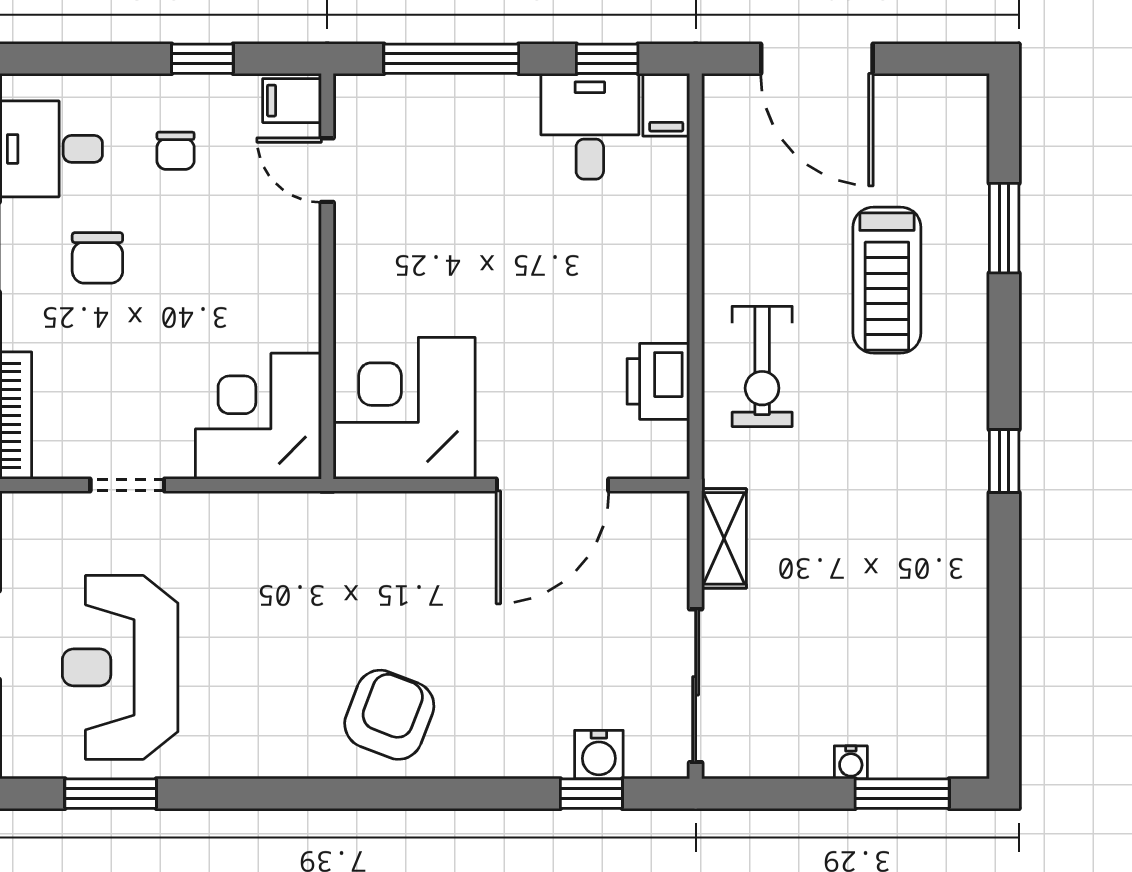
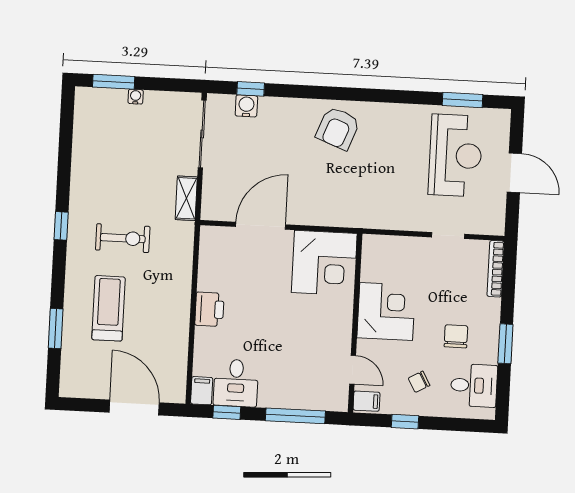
chair: (176, 151) -> (419, 382), turned -119
exercise bike: (762, 366) -> (123, 238), moved, turned 90
printer: (658, 381) -> (209, 309), moved
corner desk: (258, 416) -> (386, 311), moved, turned -90

